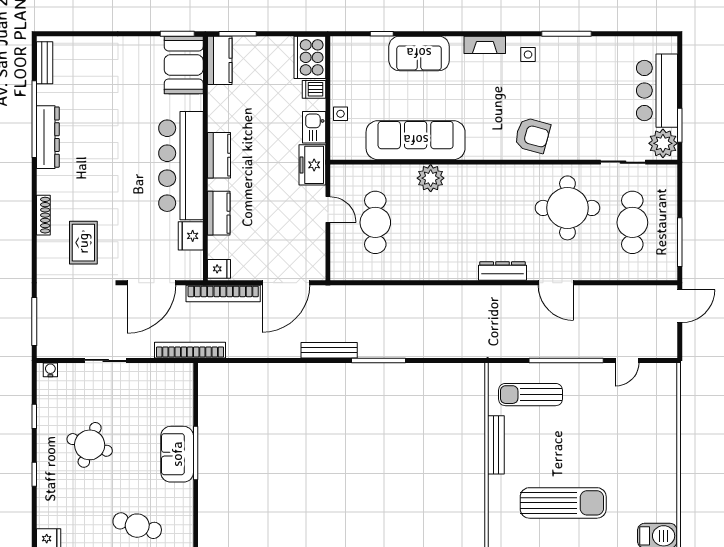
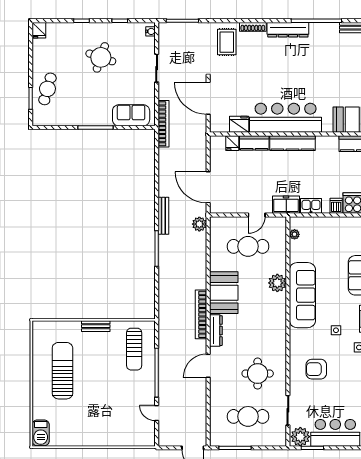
side table: (340, 114) -> (336, 330), moved
armchair: (532, 135) -> (316, 369), moved, turned 75
dresser: (48, 137) -> (288, 30), moved
sofa: (416, 140) -> (302, 295), moved
plant: (357, 152) -> (294, 234), added
kitchen counter: (219, 155) -> (292, 143), width x1.50
round table: (567, 208) -> (258, 374), width x0.73, depth x0.73
rug: (83, 243) -> (227, 42), moved, turned 90
booth: (445, 259) -> (224, 293), added
fridge: (219, 269) -> (232, 143), moved
bookcase: (223, 293) -> (201, 314), moved
plant: (342, 296) -> (199, 224), added
sun lounger: (530, 395) -> (134, 349), turned 180
bench: (496, 445) -> (96, 326), width x0.73
sofa: (177, 454) -> (131, 115), moved
sun lounger: (563, 503) -> (62, 371), turned 180

